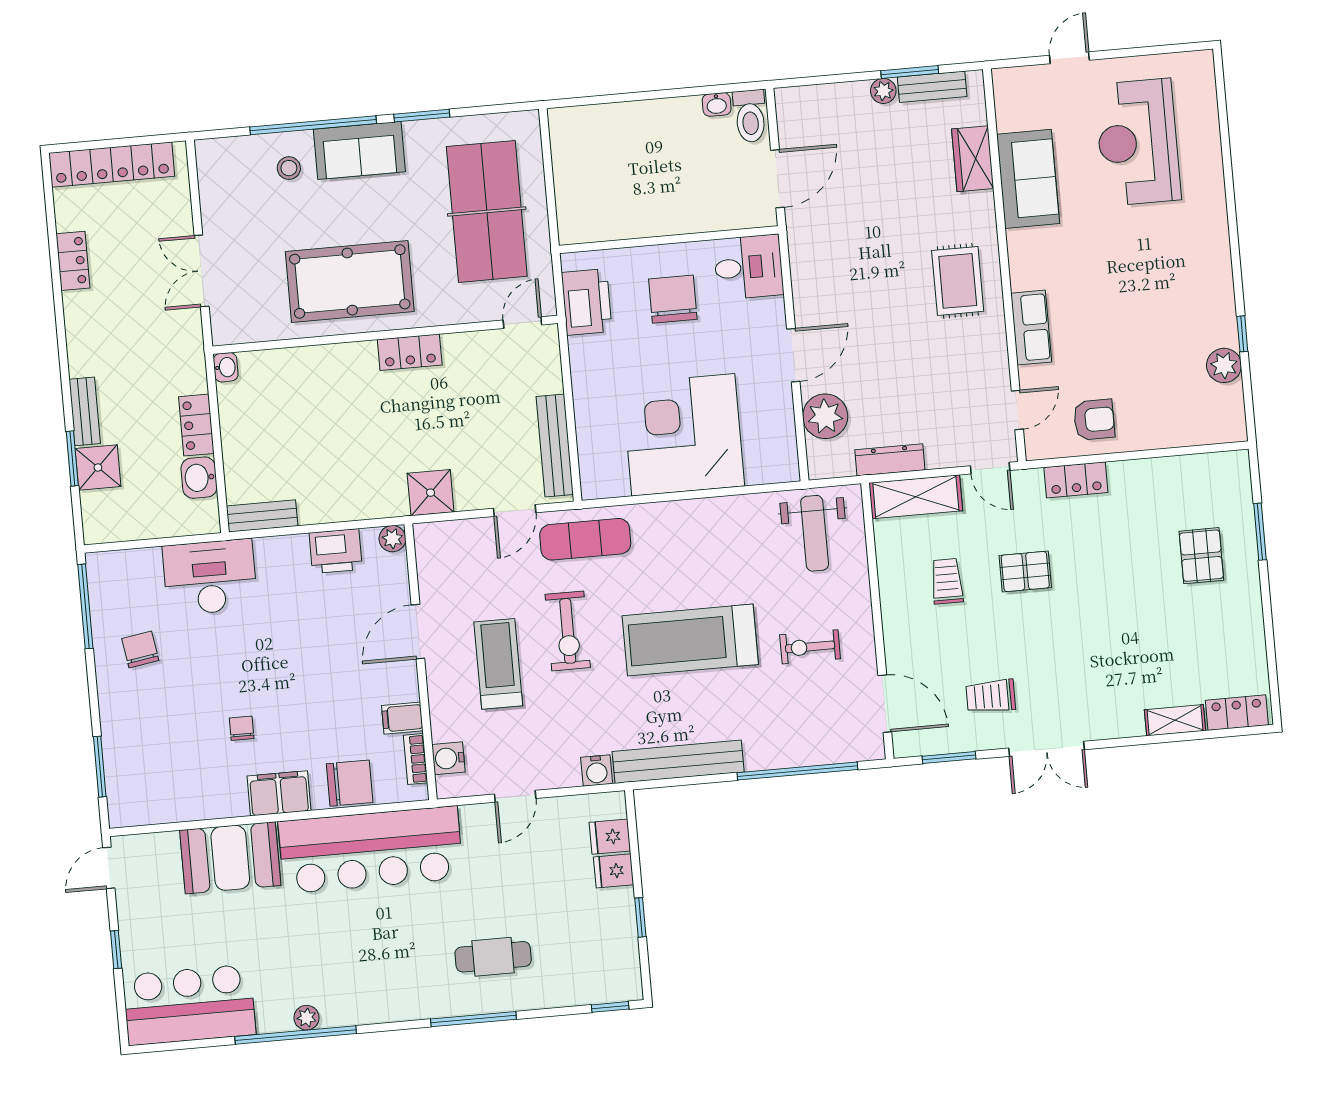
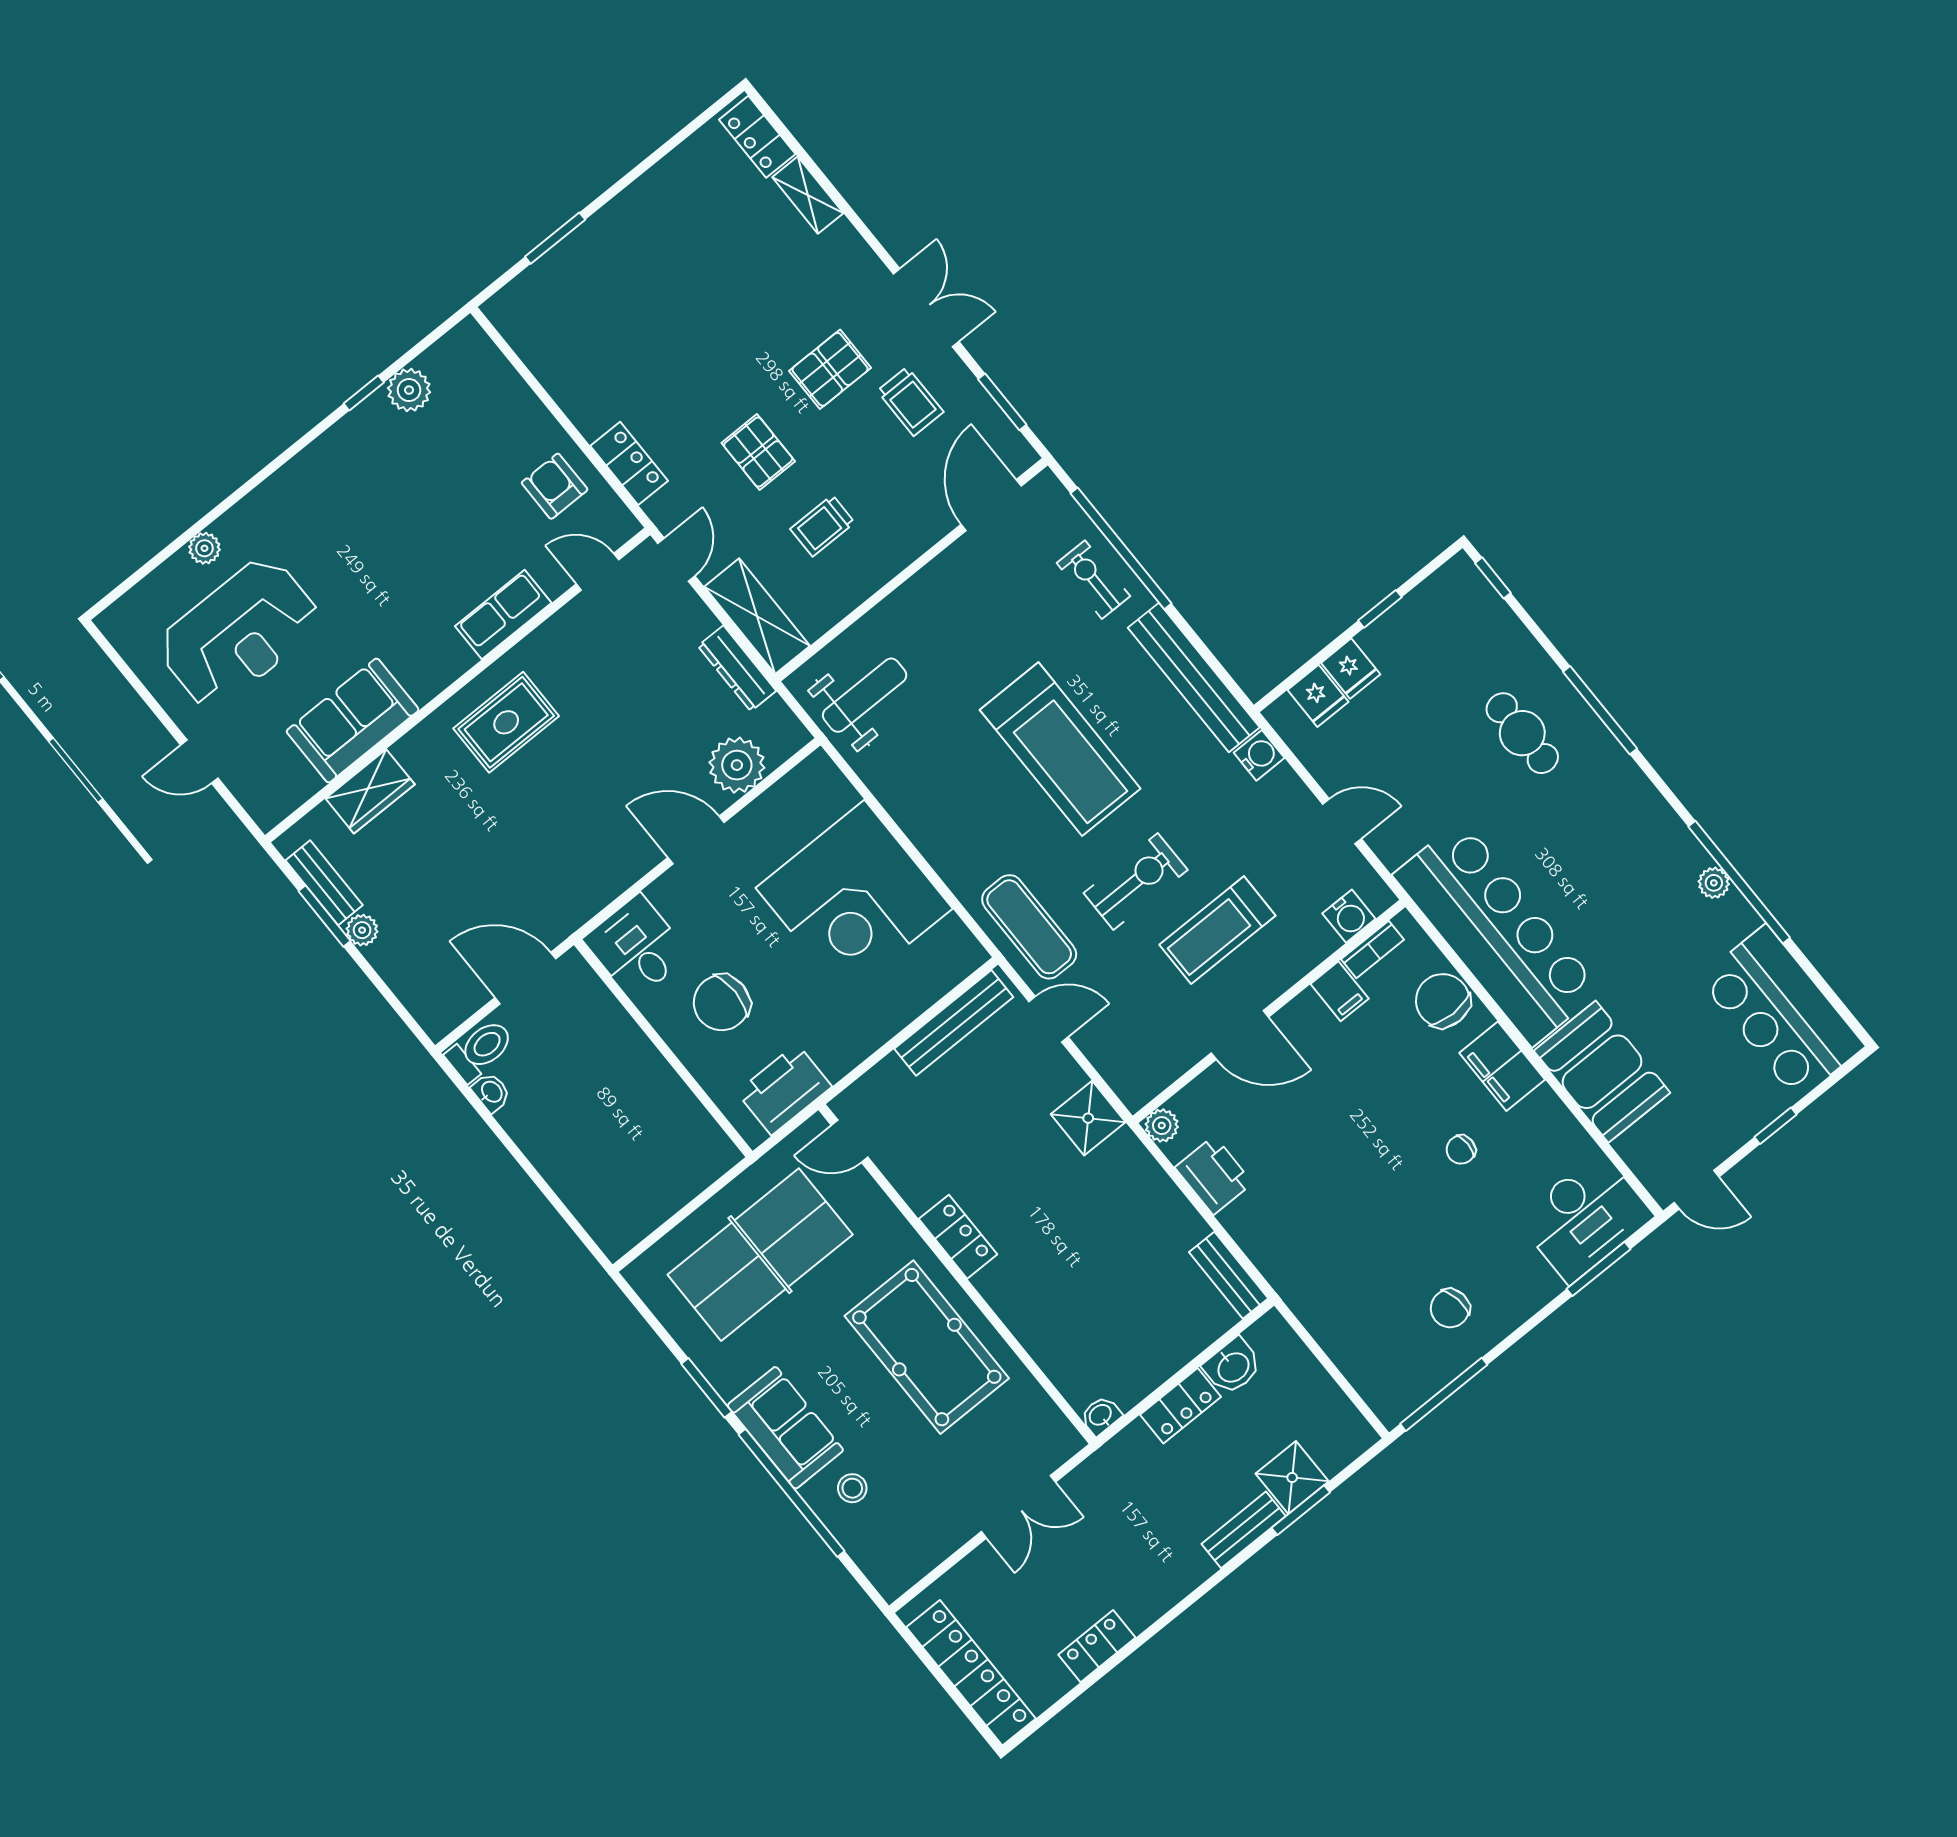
plant: (1210, 157) -> (204, 548), added
pallet: (1201, 556) -> (830, 369), moved
desk: (210, 577) -> (1585, 1218), moved, turned -90
exercise bike: (810, 647) -> (1093, 580), moved, turned 180

